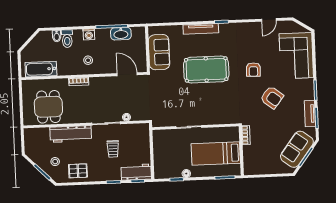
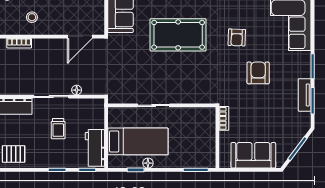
door: (127, 74) -> (80, 37), swing flipped
armchair: (272, 97) -> (258, 73), turned -128
sofa: (297, 149) -> (253, 155), moved, turned 53
bed: (216, 153) -> (138, 141), moved, turned 180
workbench: (136, 172) -> (95, 148), moved, turned -90

